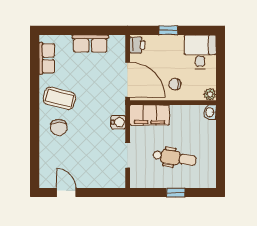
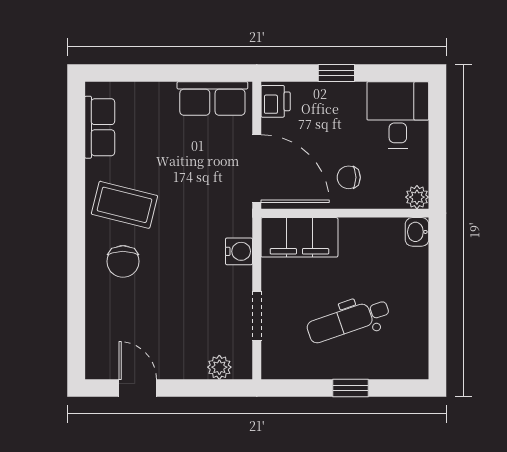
row of seats: (90, 44) -> (212, 99), moved
dental chair: (175, 158) -> (348, 321), turned 152
plant: (108, 182) -> (219, 367), added

